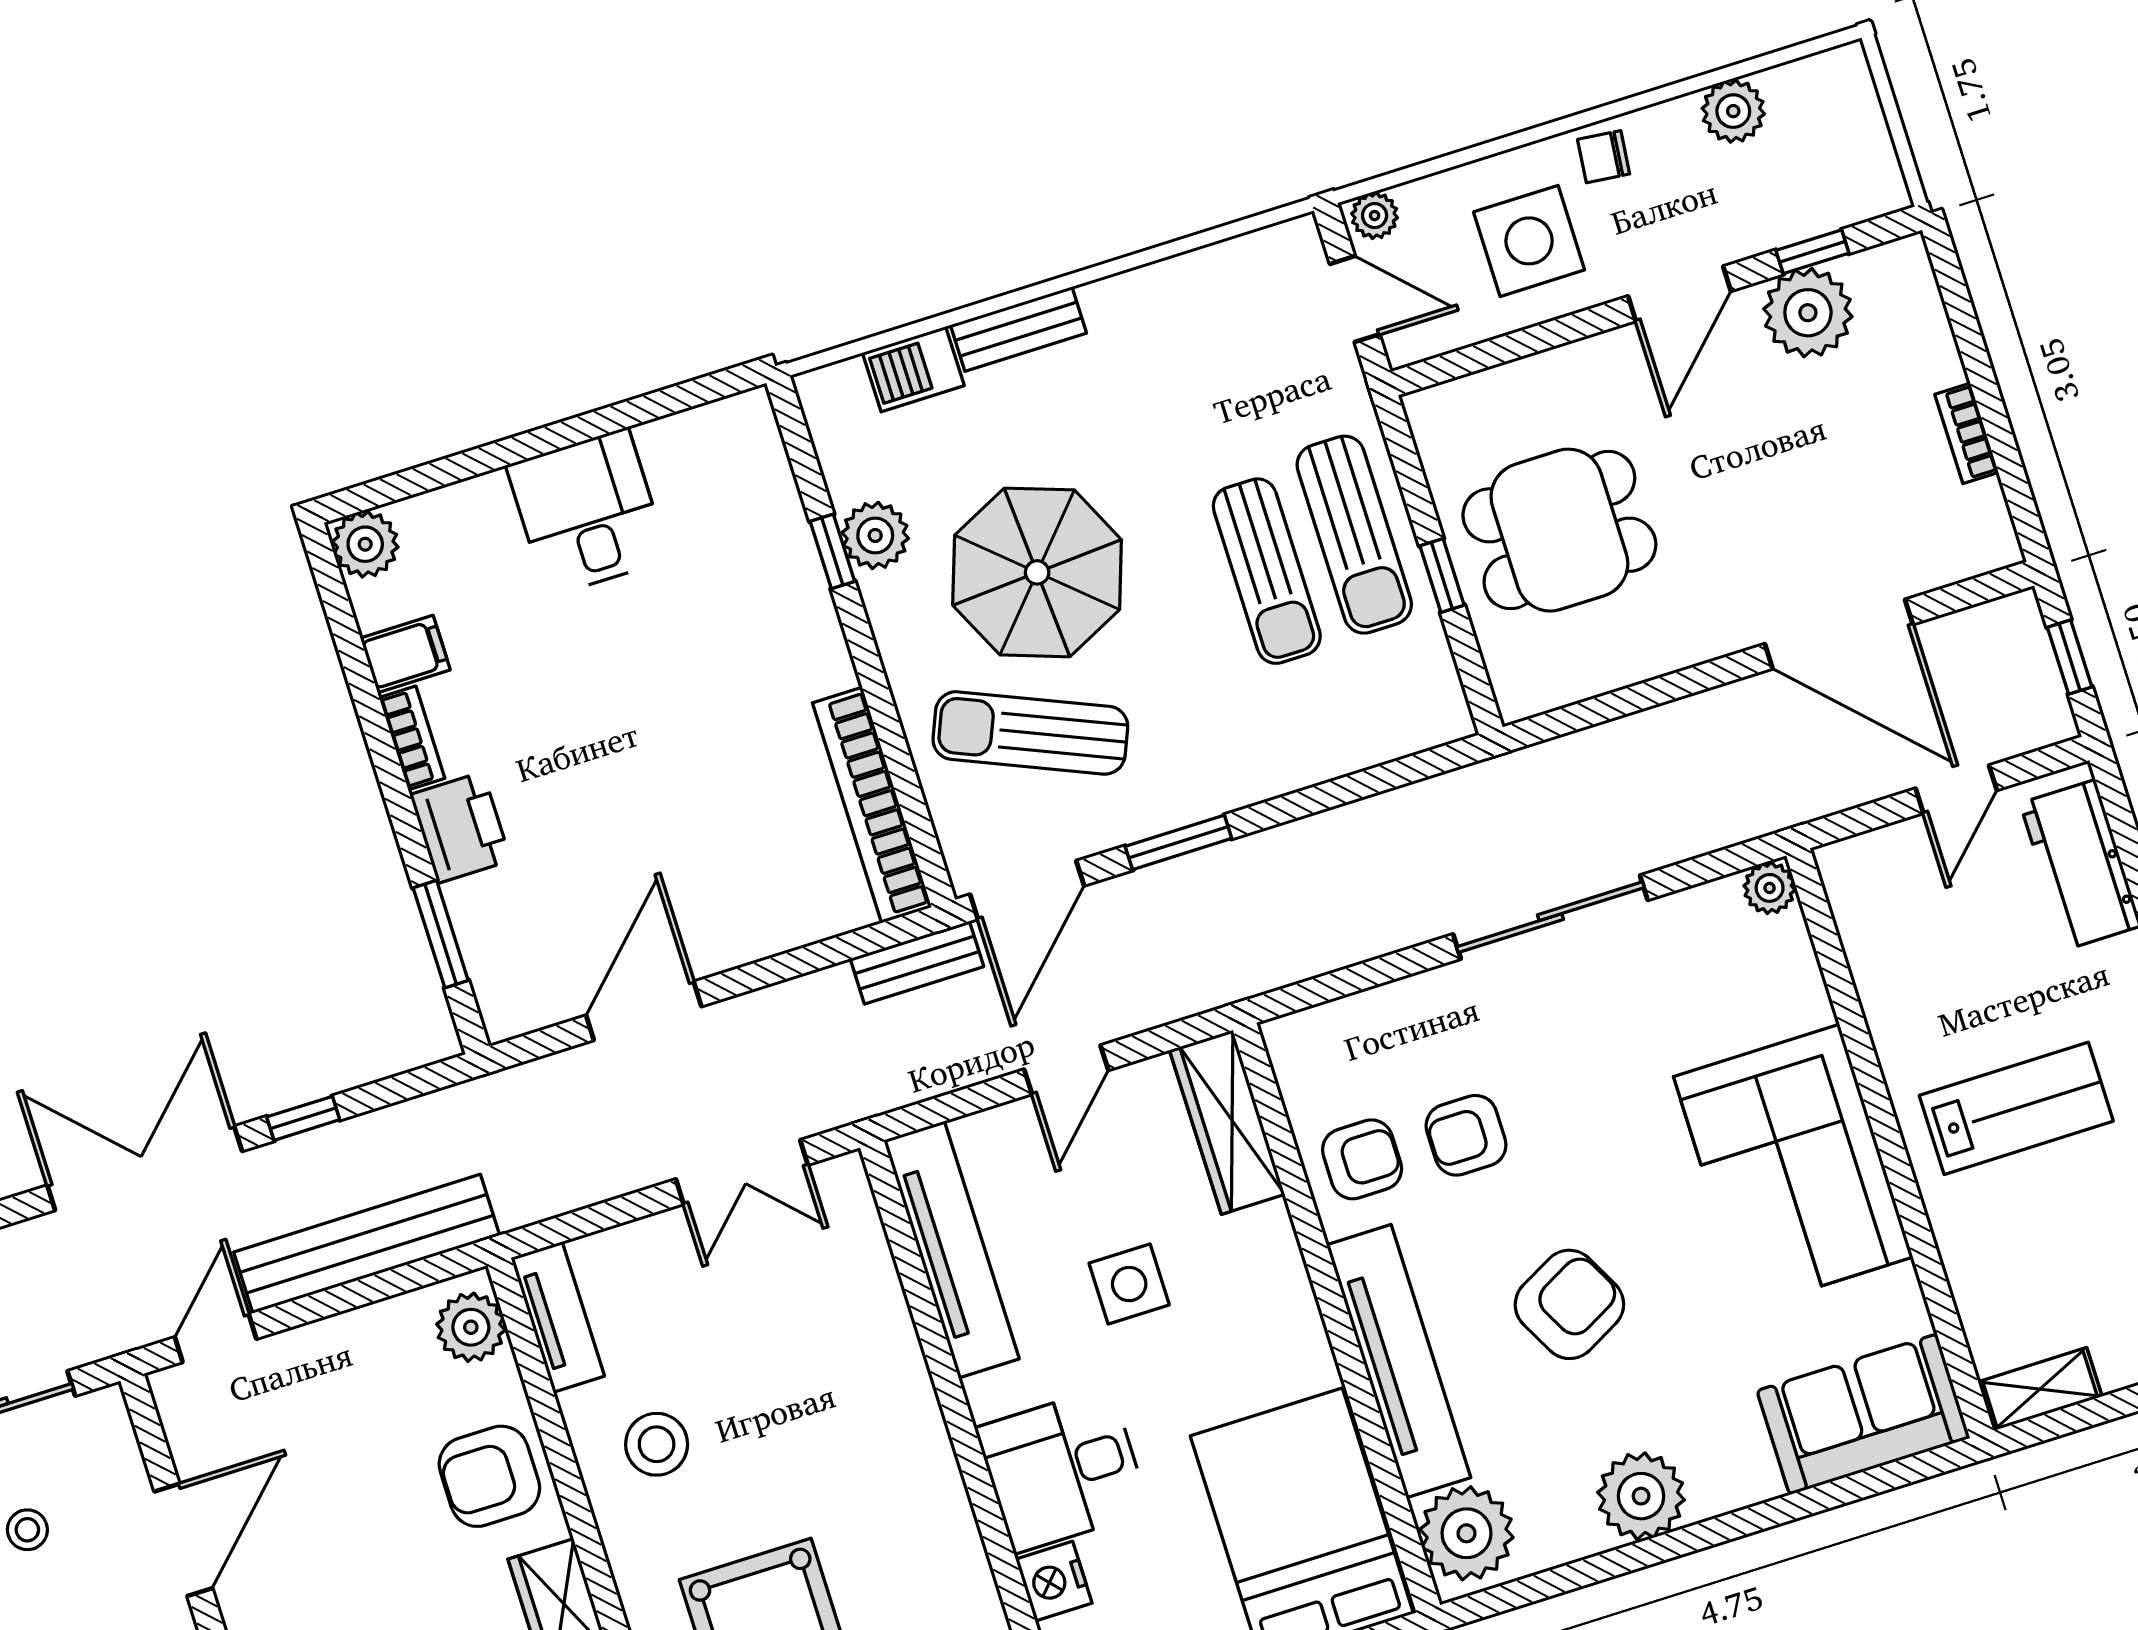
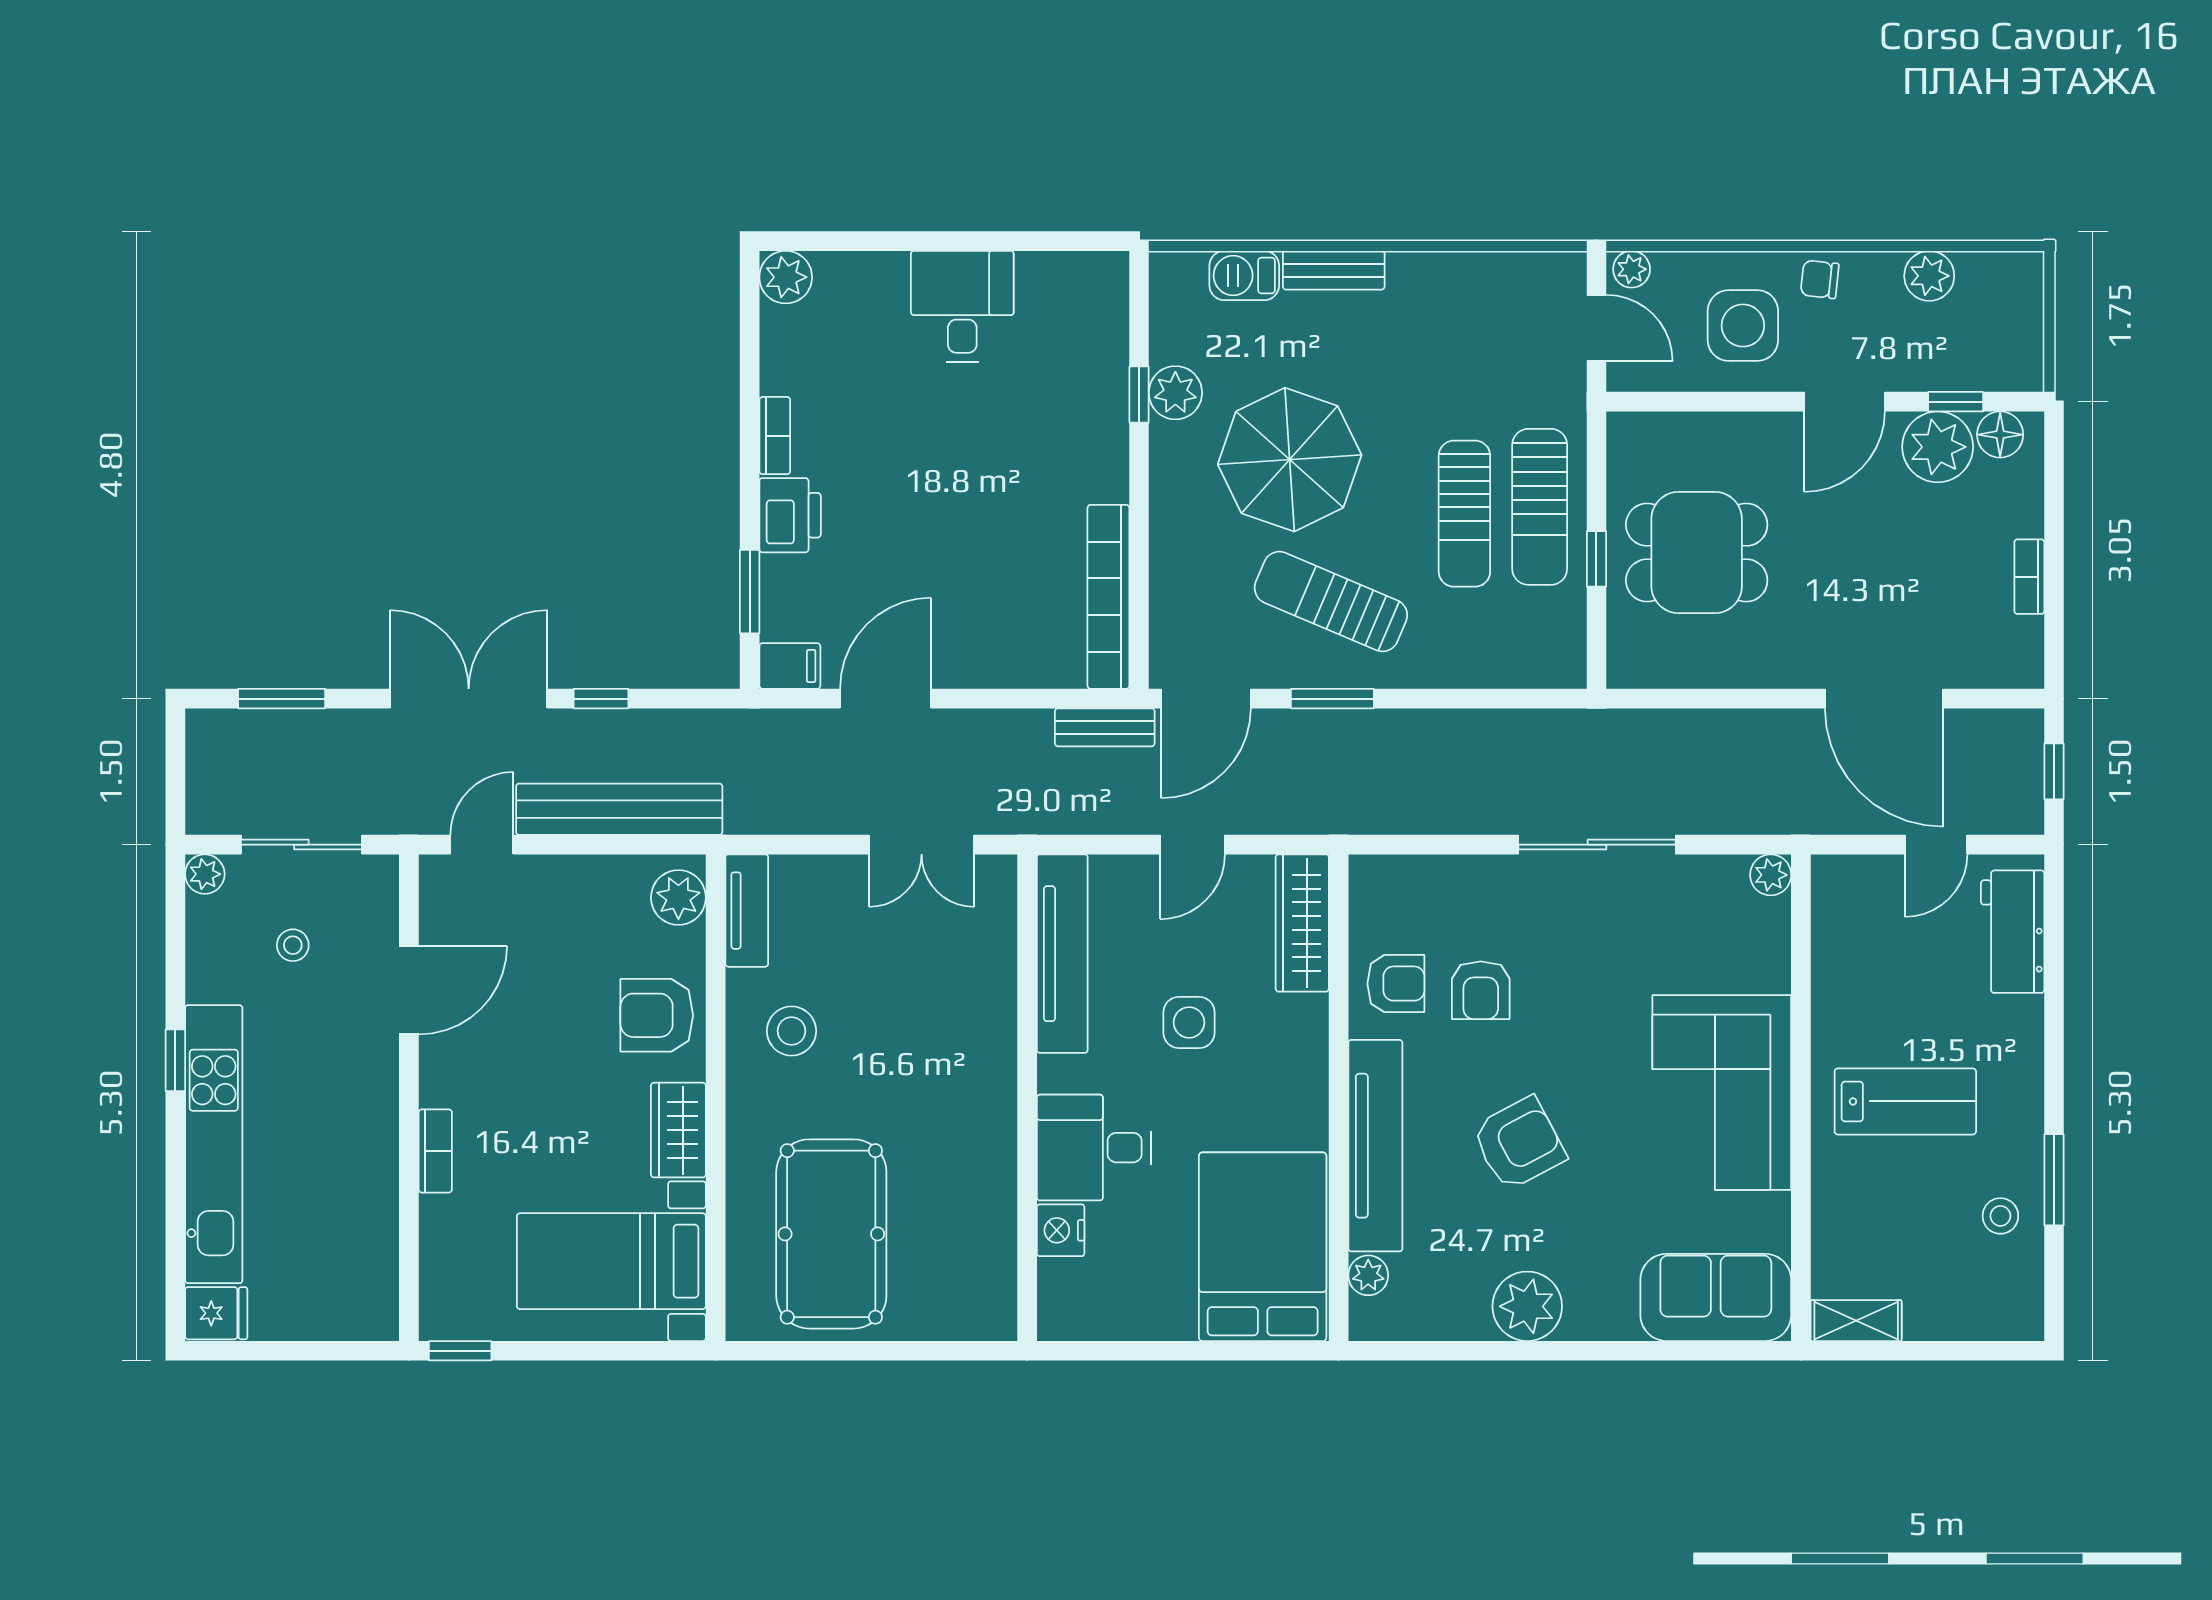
floor lamp: (1878, 274) -> (2000, 435), added
filing cabinet: (405, 654) -> (790, 666), moved
sun lounger: (1030, 733) -> (1331, 602), moved
armchair: (1466, 1135) -> (1481, 990), turned -90
plant: (1467, 1533) -> (1368, 1275), width x0.53, depth x0.53

